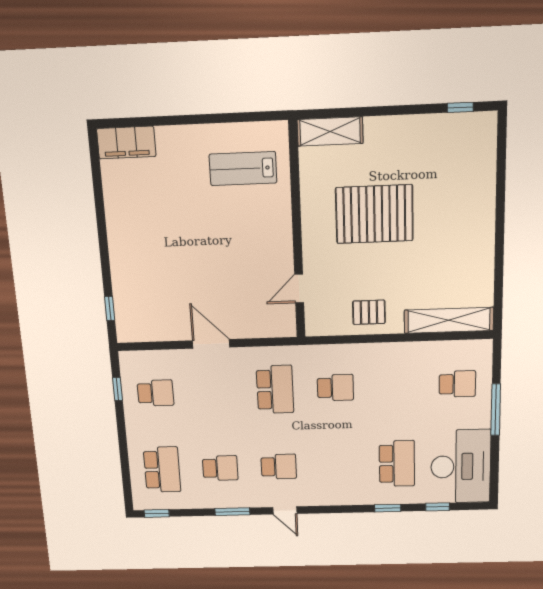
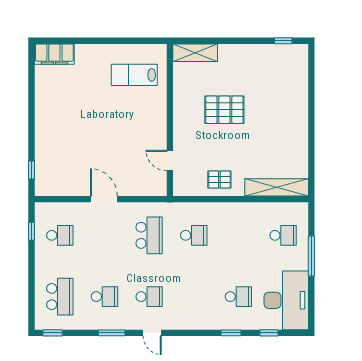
pallet: (374, 214) -> (224, 110), width x0.73, depth x0.71
door: (299, 289) -> (170, 160), hinge flipped
school desk: (397, 464) -> (238, 297), width x0.54

